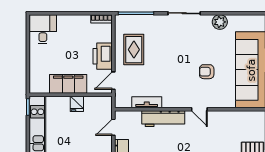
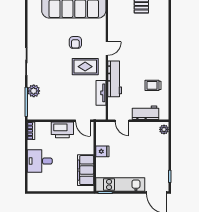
plant: (220, 22) -> (34, 91), moved
desk: (43, 29) -> (40, 161), moved
rug: (134, 50) -> (85, 67), moved
filing cabinet: (68, 84) -> (86, 170), moved

